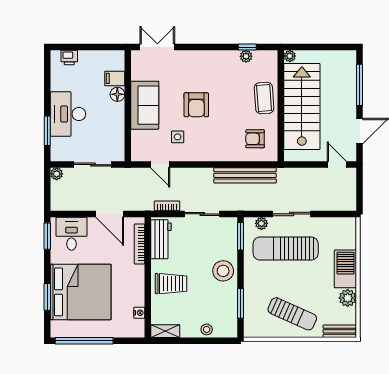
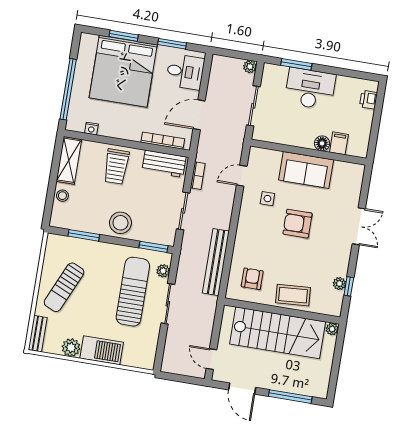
double door: (157, 47) -> (359, 226), moved
door: (337, 165) -> (211, 359), swing flipped
window: (47, 236) -> (172, 44), moved
shelving: (165, 331) -> (69, 160), width x1.50, depth x1.33
window: (84, 341) -> (68, 89), moved

